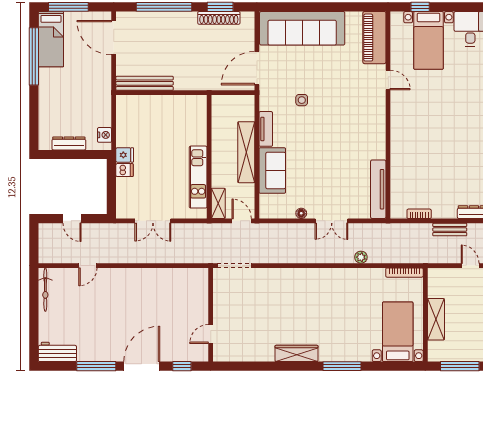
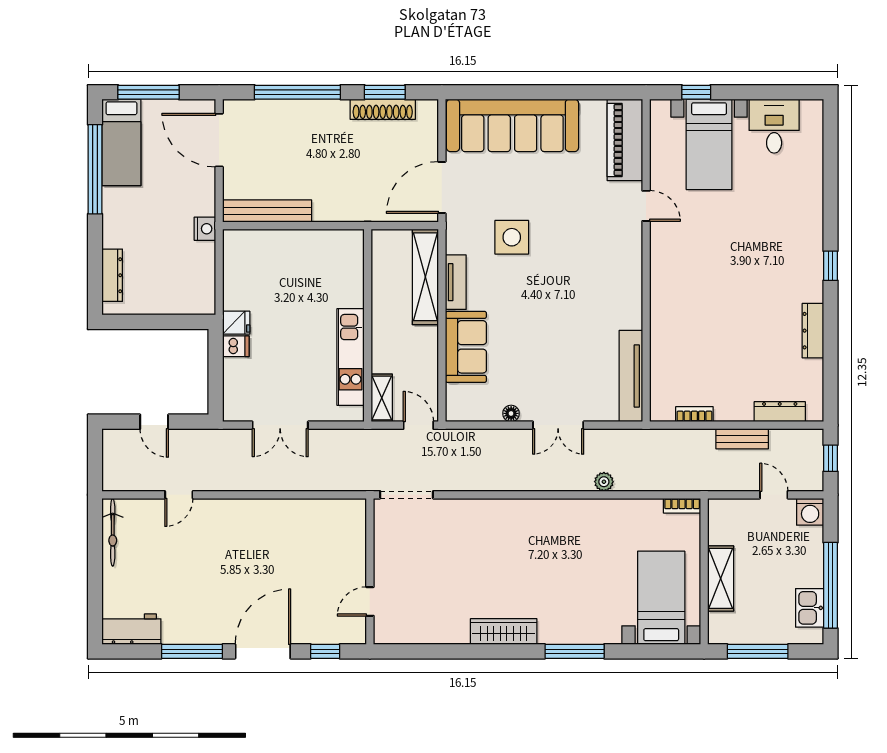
side table: (302, 100) -> (512, 237), width x1.87, depth x1.87
nightstand: (105, 135) -> (205, 229), moved
dresser: (69, 143) -> (112, 275), moved, turned 90
shelving: (246, 152) -> (425, 277), moved
bookcase: (404, 273) -> (682, 506), width x0.64

